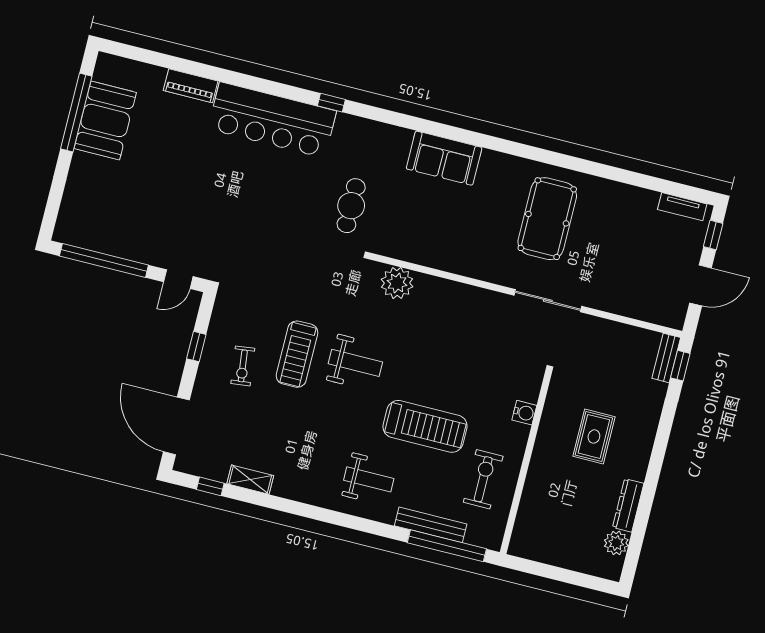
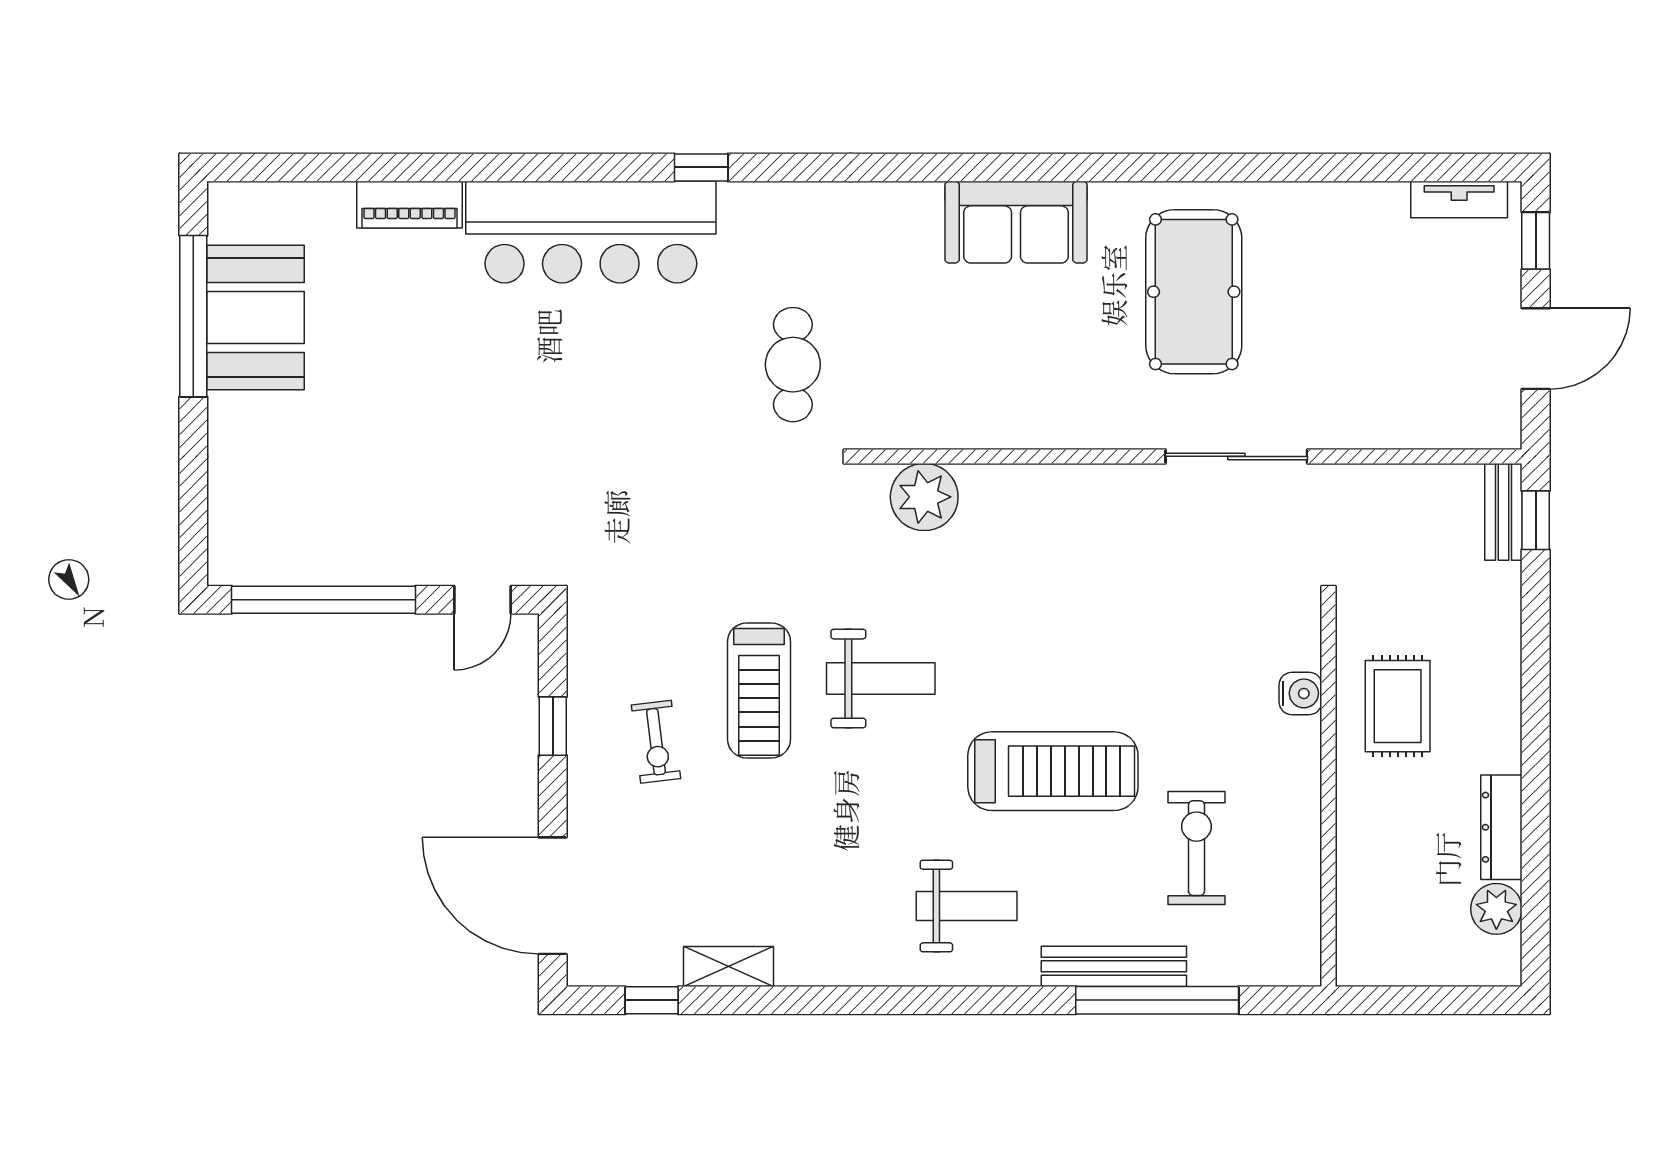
sofa: (444, 158) -> (1016, 222), moved
water cooler: (524, 413) -> (1300, 693), moved
wall: (526, 463) -> (1329, 793), moved

